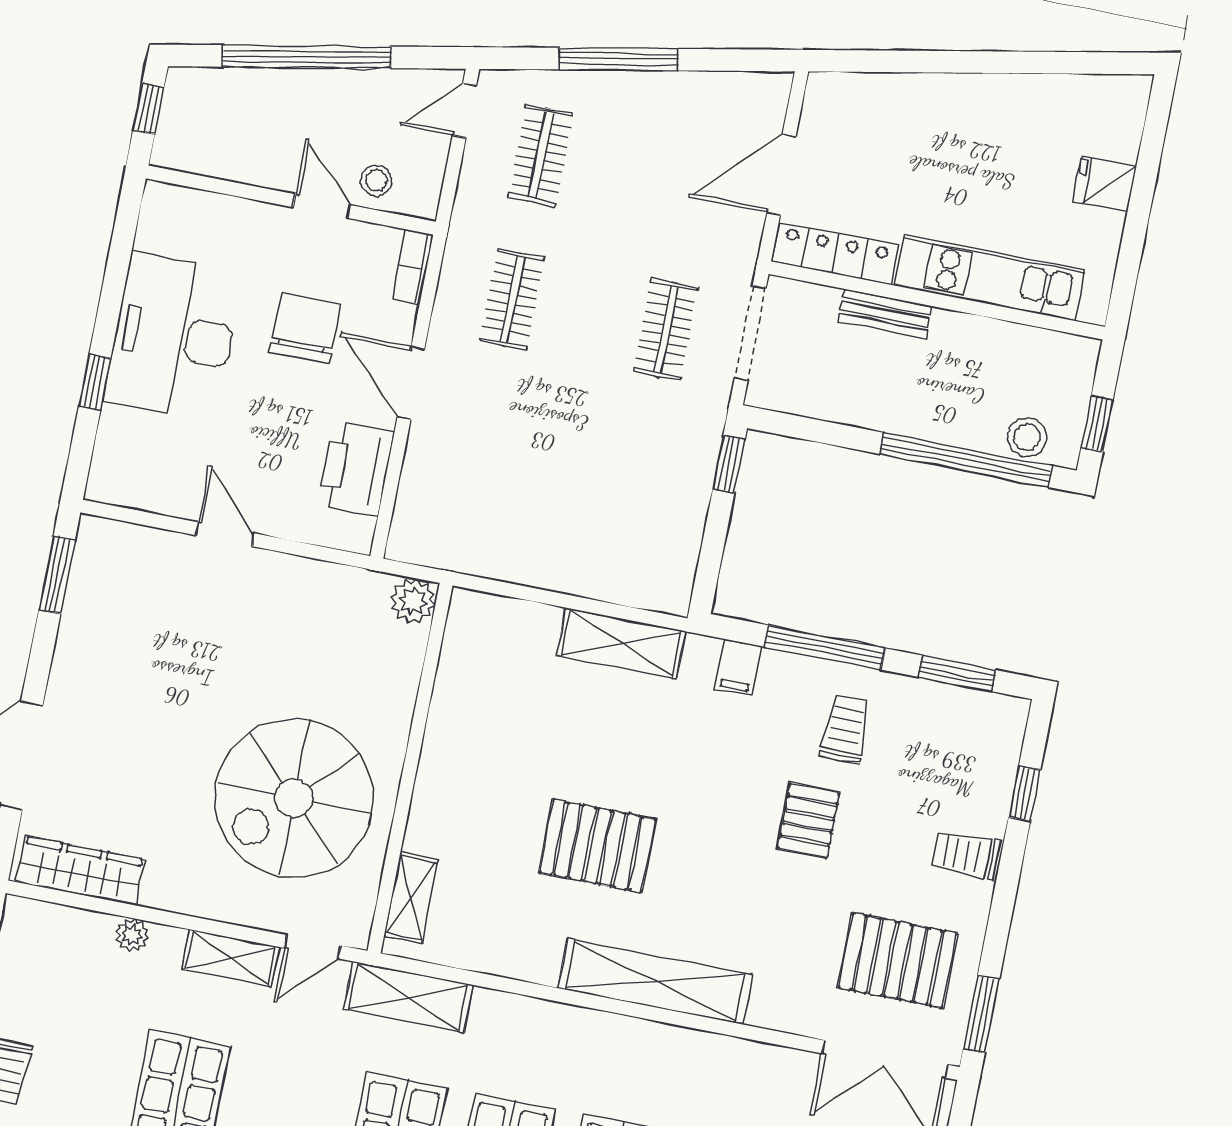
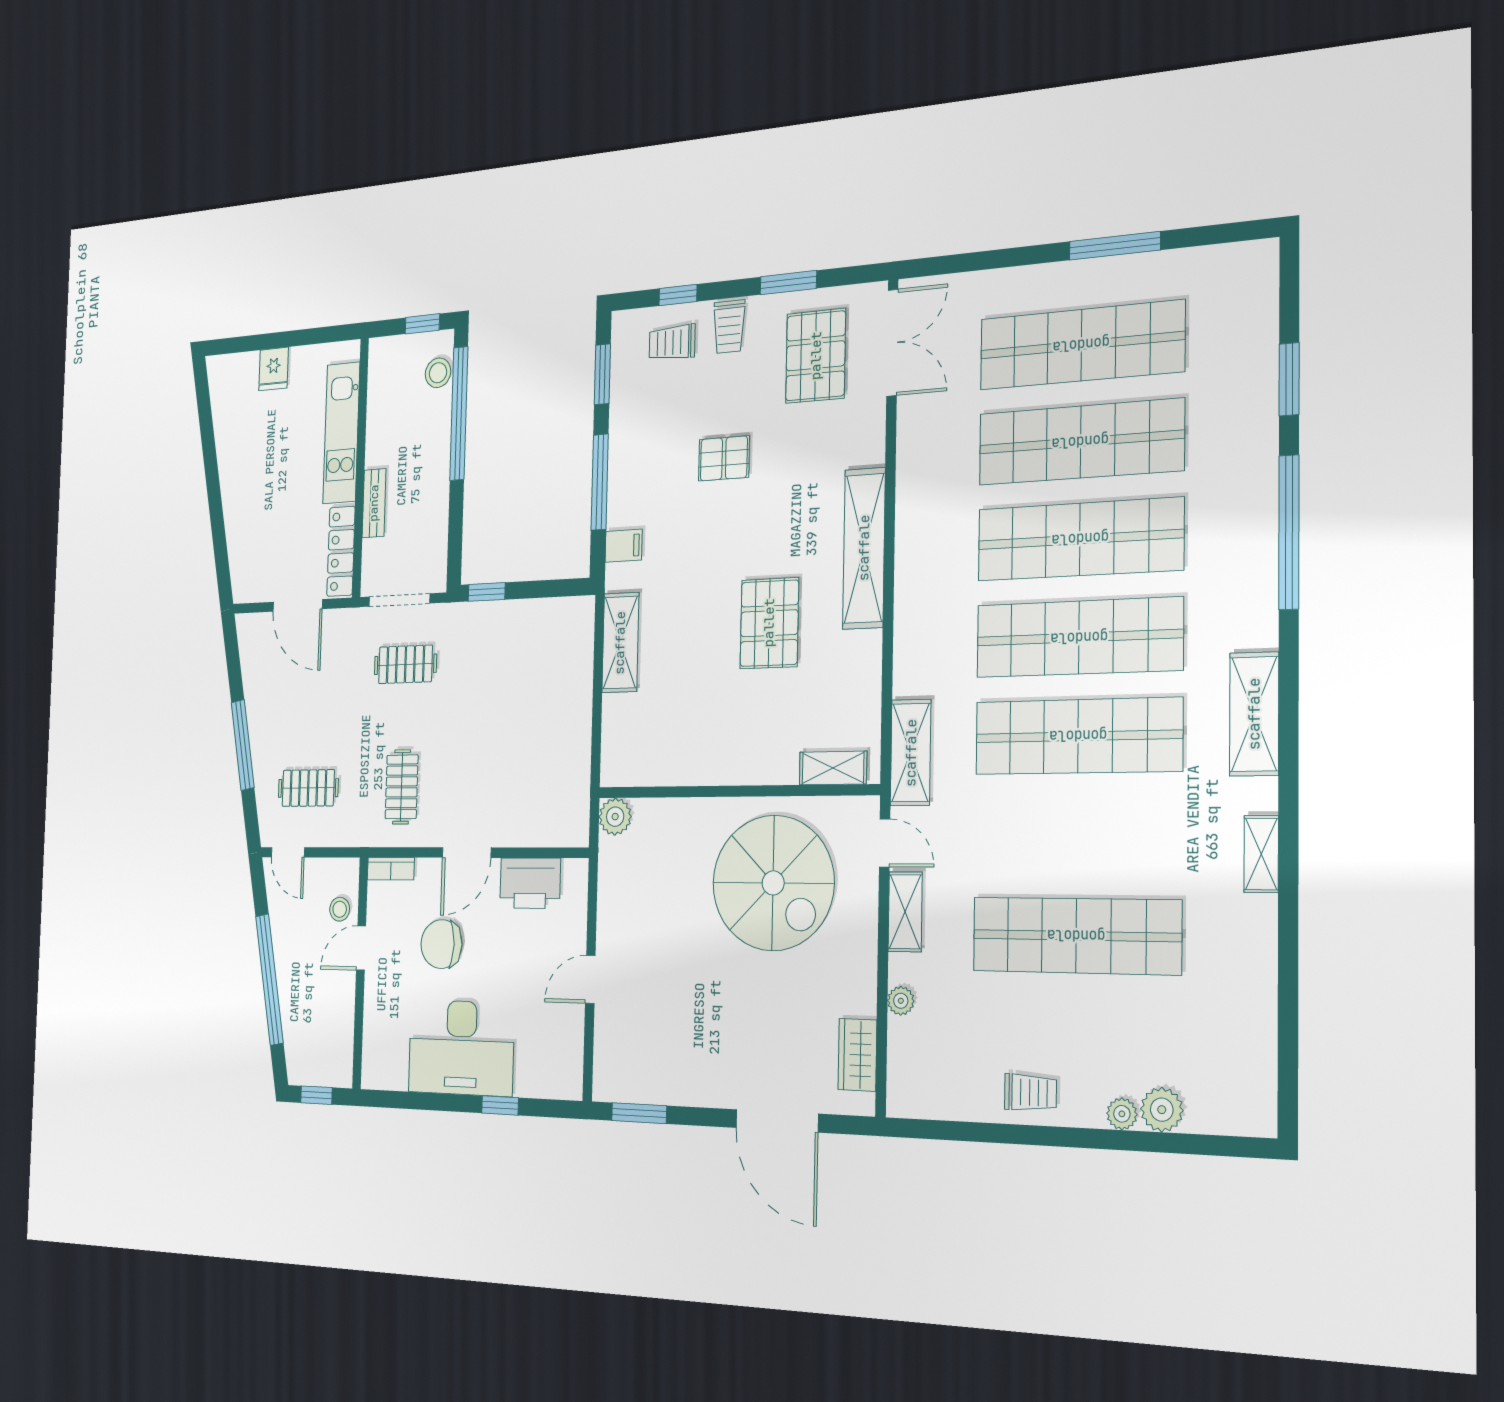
clothes rail: (512, 299) -> (402, 787), turned 90
trolley: (845, 729) -> (672, 343), moved
wardrobe: (80, 871) -> (857, 1055), width x0.67
window: (981, 1014) -> (788, 283), moved

